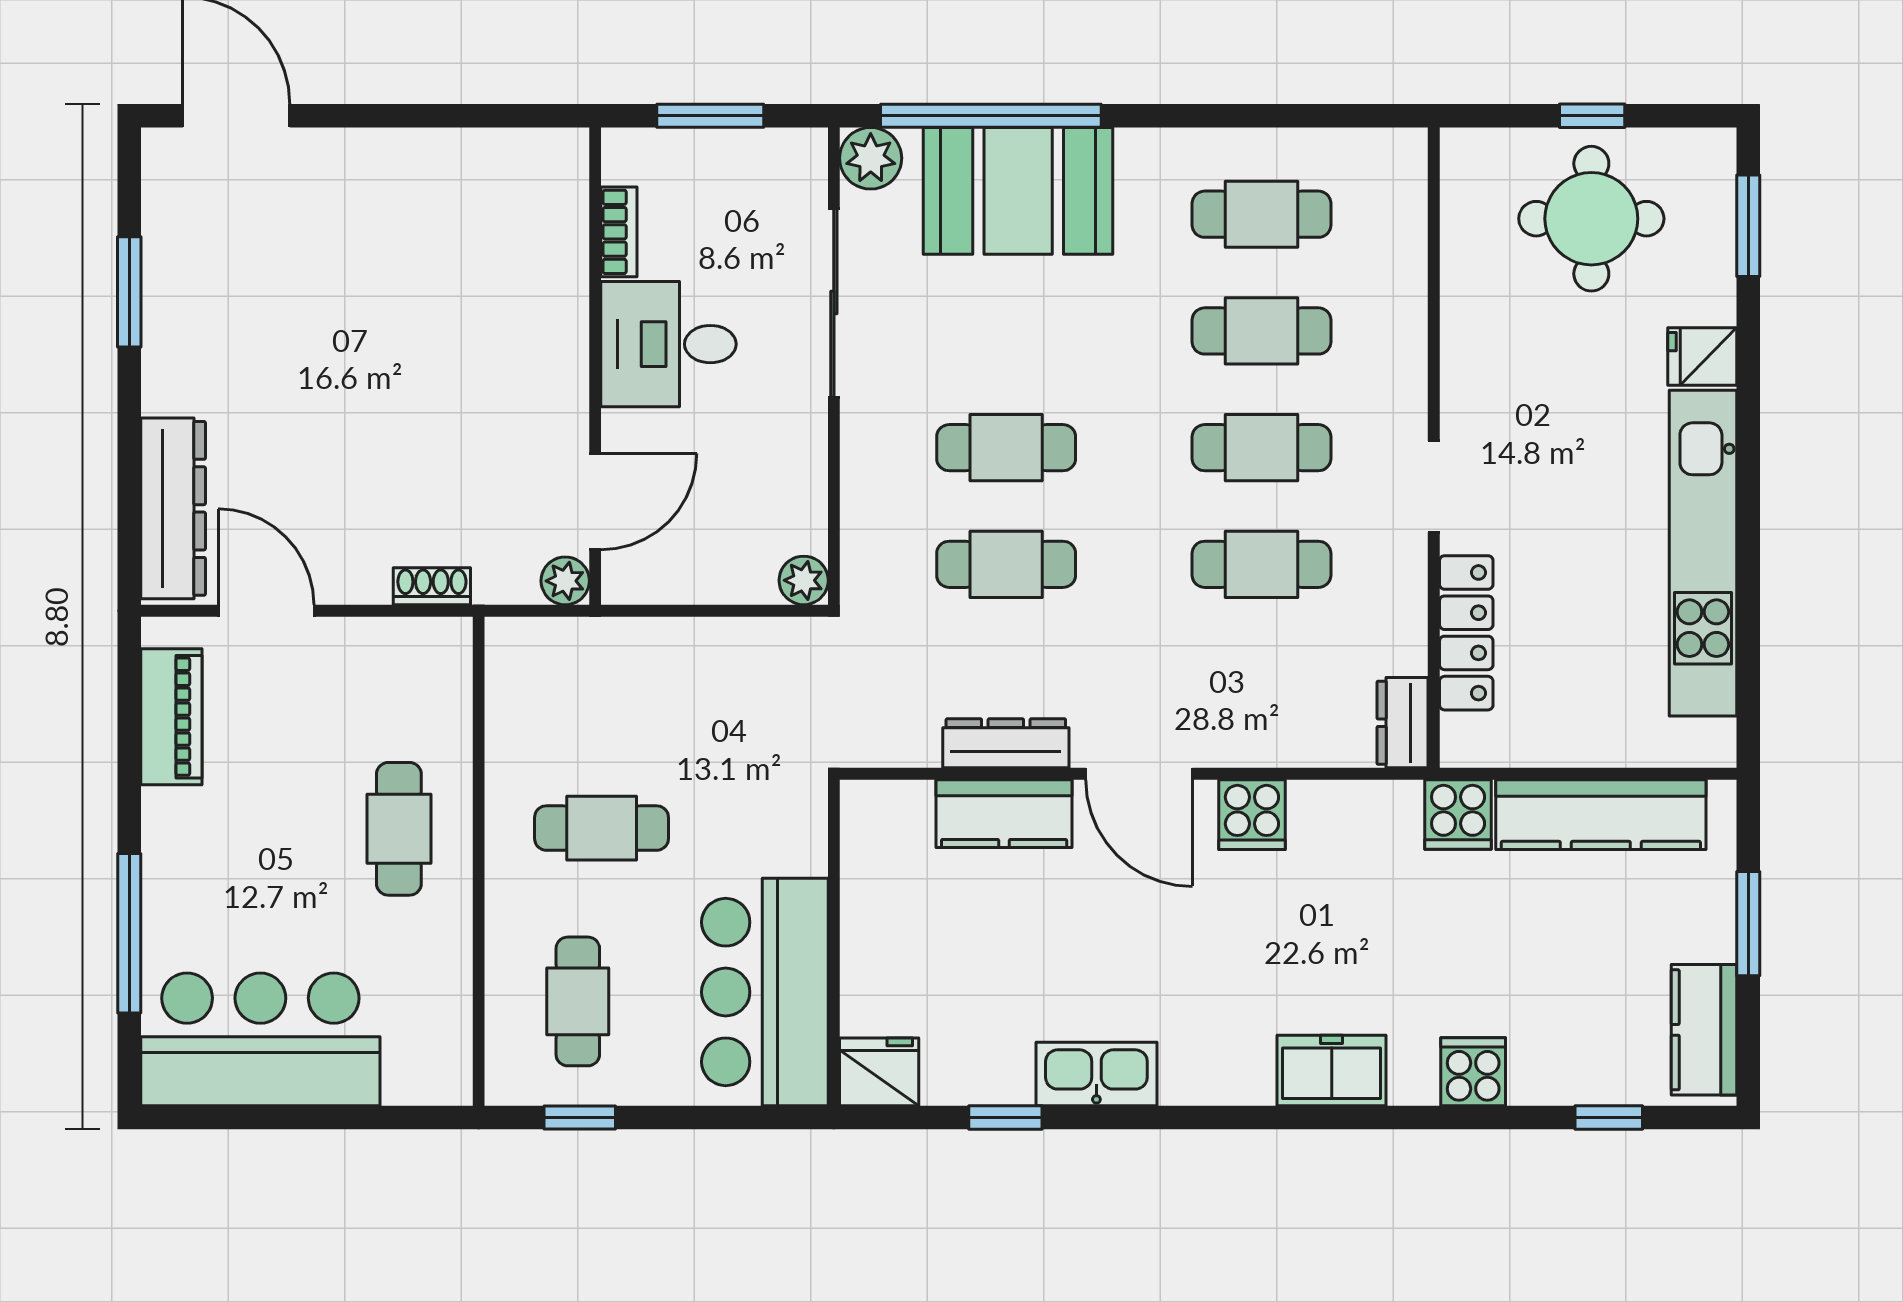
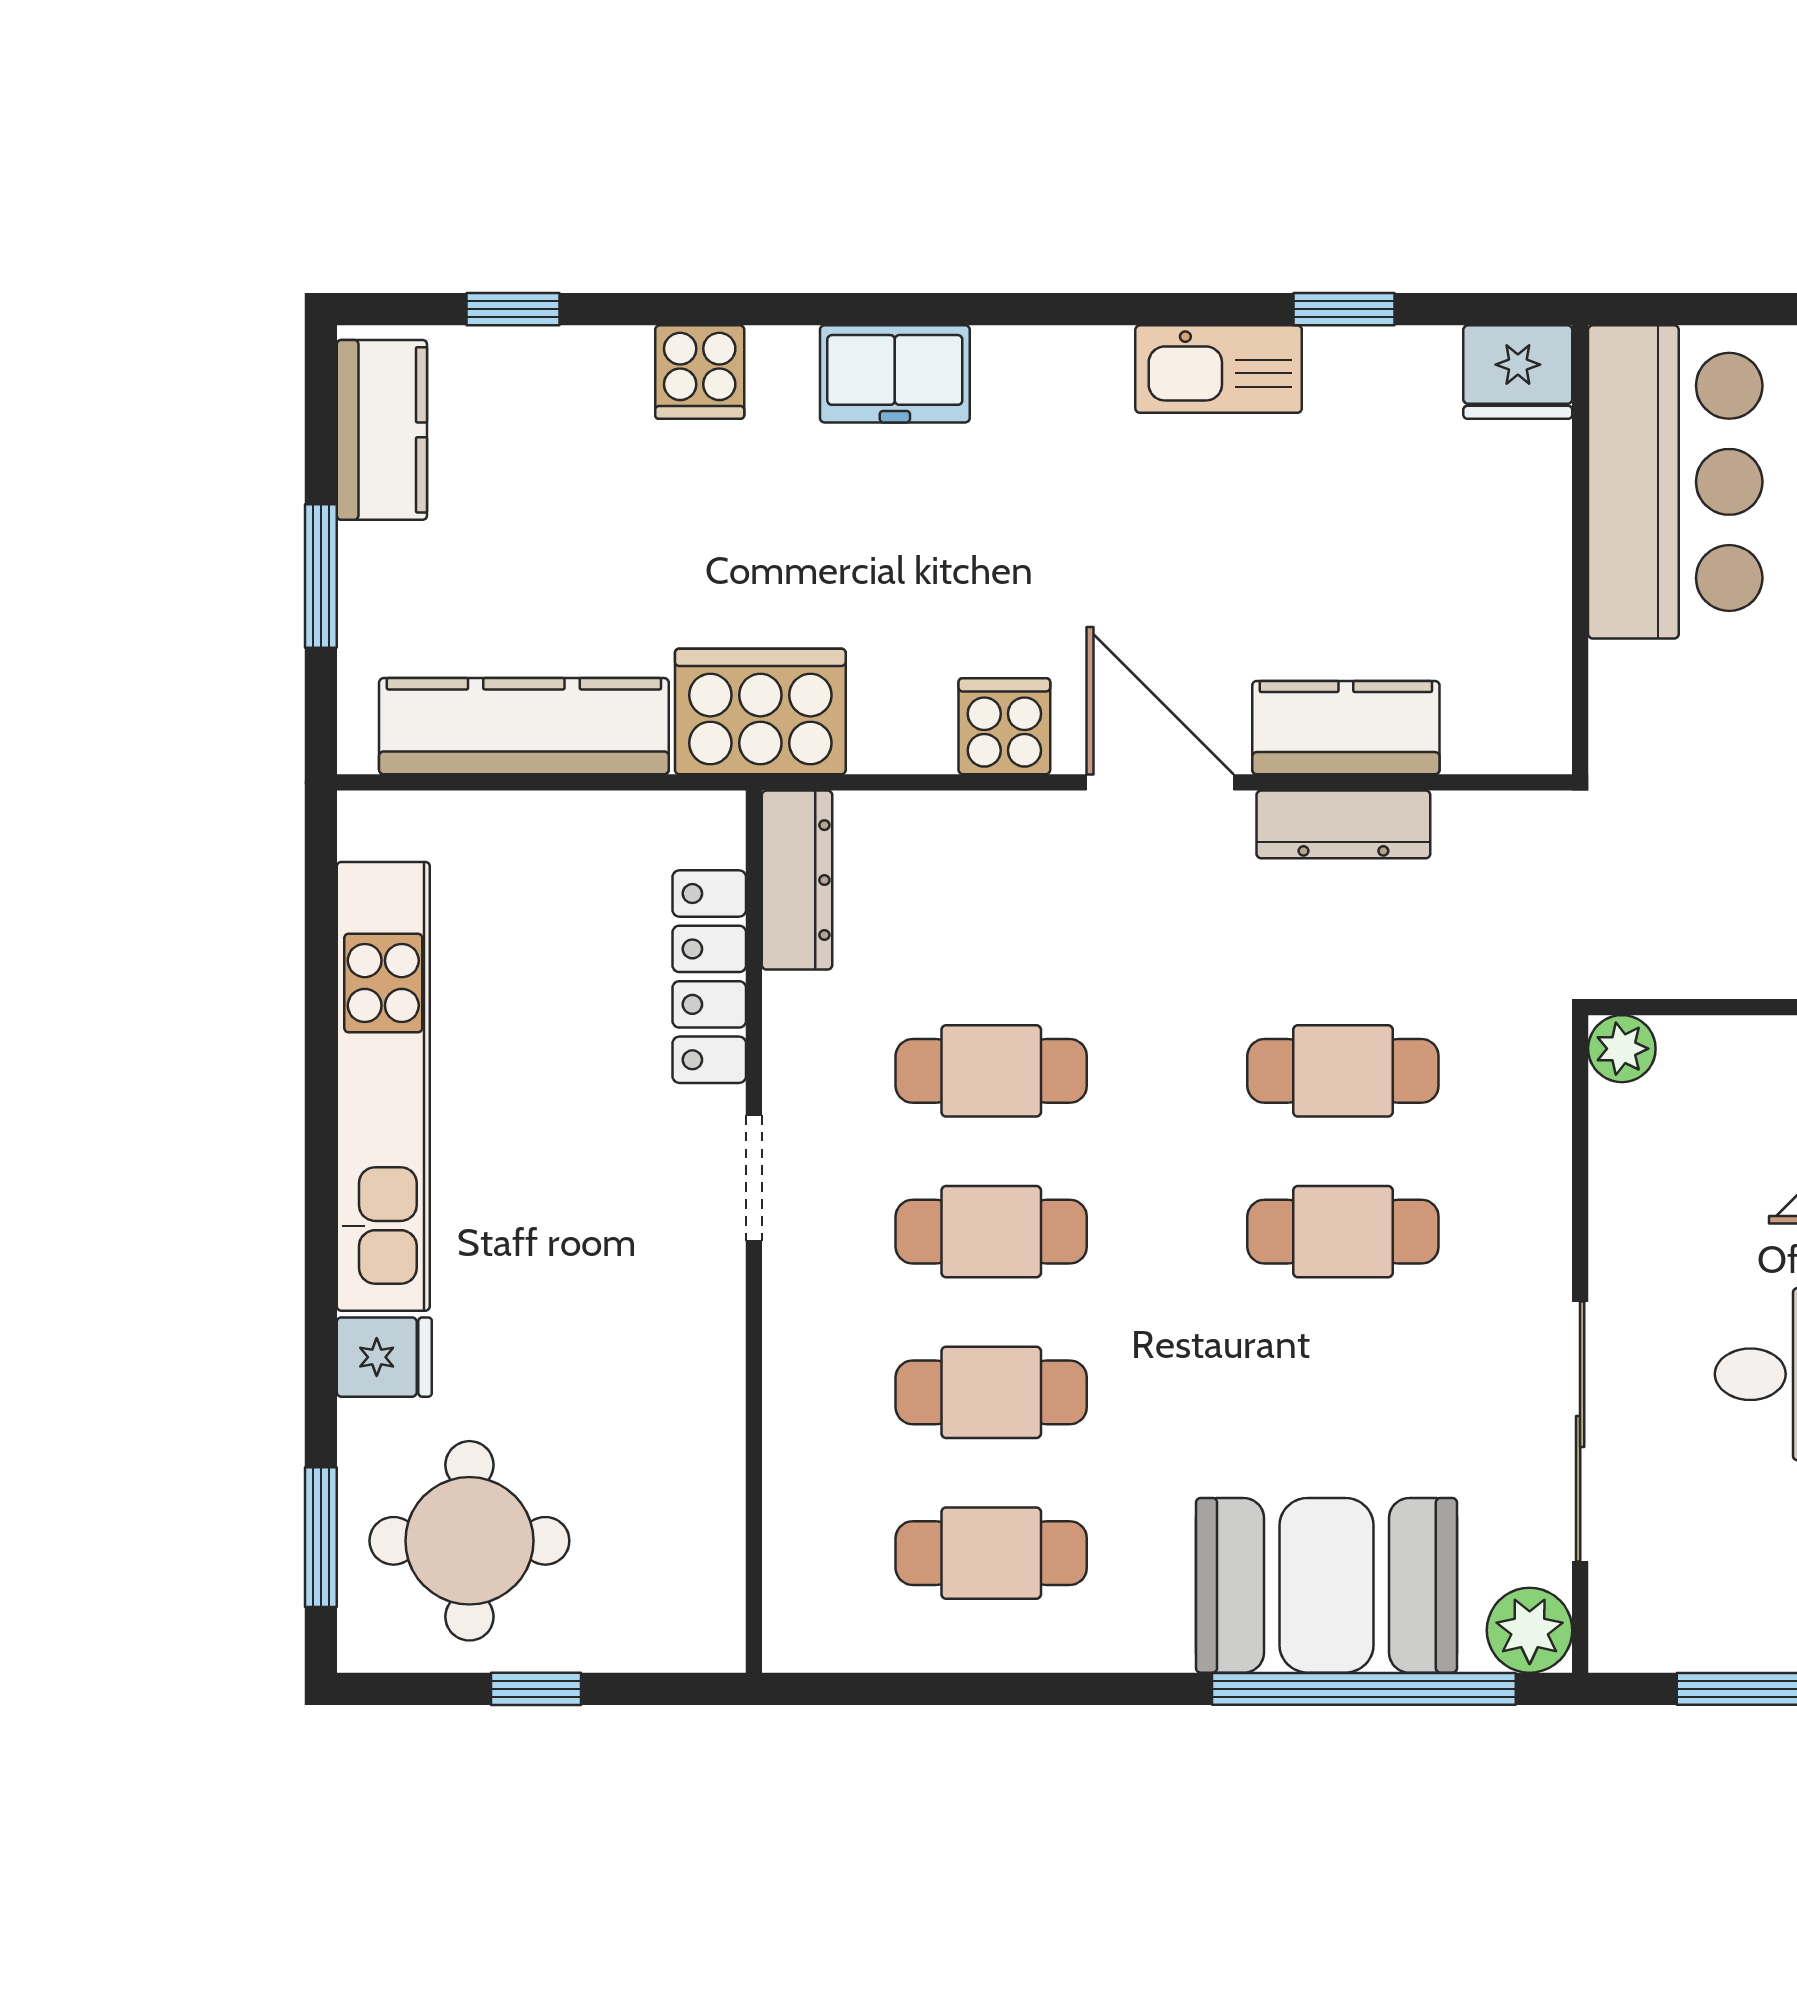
round table: (1591, 219) -> (469, 1541), moved
dresser: (1403, 723) -> (797, 880), width x1.44
cooker: (1458, 814) -> (760, 711), width x1.87, depth x1.31

